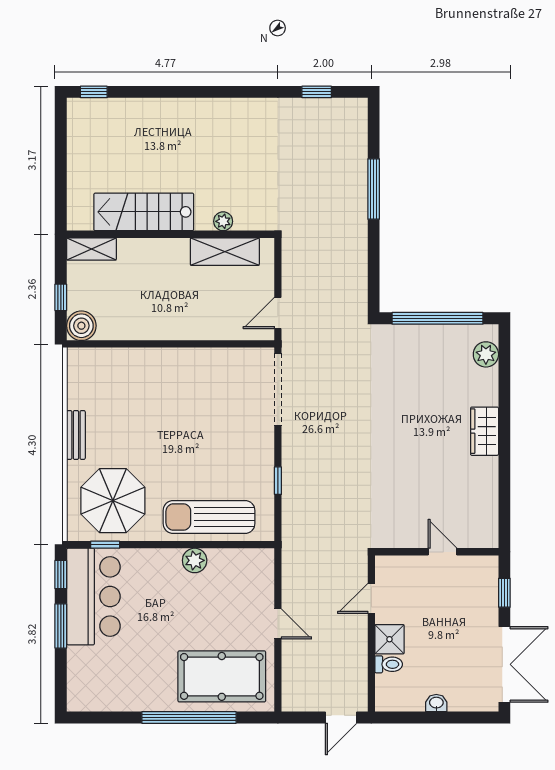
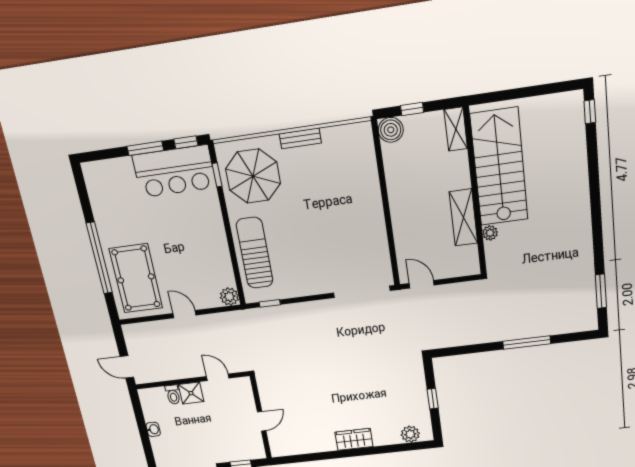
window: (317, 92) -> (601, 291), width x1.50
stairs: (144, 212) -> (499, 167), width x1.36, depth x1.51
shelving: (225, 252) -> (463, 218), moved
window: (438, 318) -> (433, 399), width x0.32
window: (278, 481) -> (270, 303), moved
plant: (195, 560) -> (229, 297), moved
door: (278, 624) -> (185, 314), swing flipped

